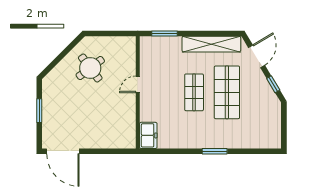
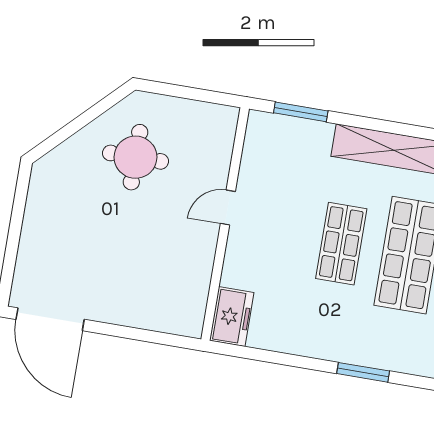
round table: (90, 68) -> (136, 157), turned 37
window: (39, 111) -> (15, 227), removed

